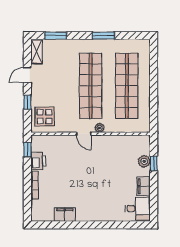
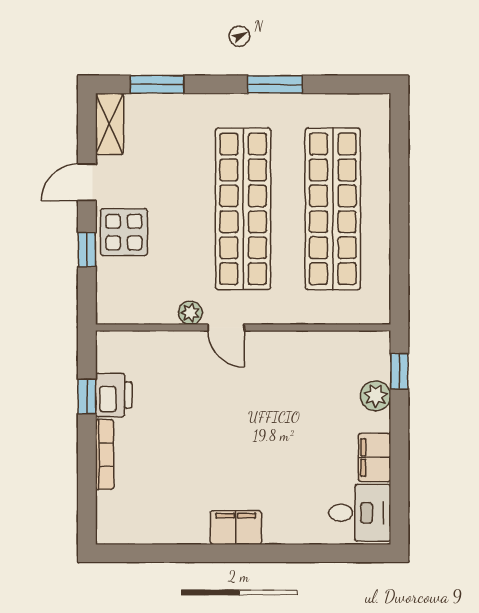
display table: (44, 117) -> (124, 232), moved
plant: (100, 128) -> (190, 313), moved
window: (27, 150) -> (87, 396), moved
window: (154, 164) -> (399, 371), moved
filing cabinet: (65, 215) -> (236, 528), moved

